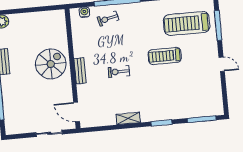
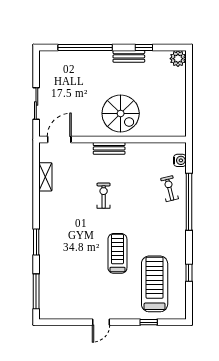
window: (218, 25) -> (149, 322), width x0.46
shelving: (128, 118) -> (45, 177), moved

